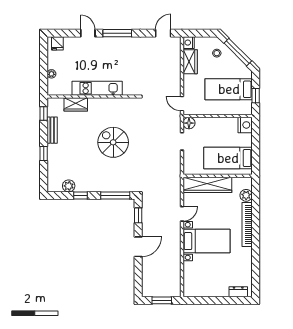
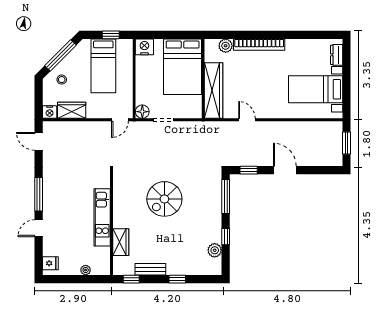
bed: (228, 158) -> (183, 67), width x1.50
bed with nightstands: (206, 241) -> (316, 89), moved, turned -90

